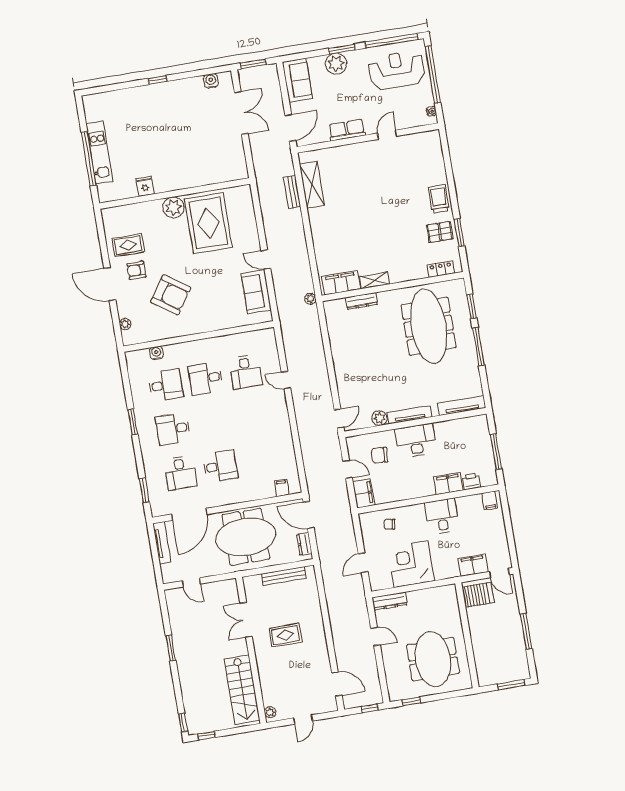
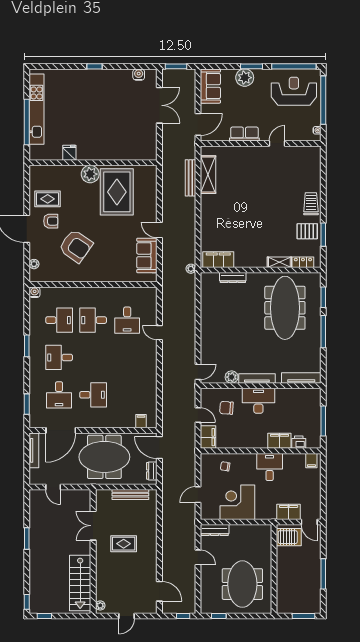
kitchen unit: (100, 153) -> (37, 109), width x1.36
bench: (292, 192) -> (190, 178), width x1.36
armchair: (136, 270) -> (51, 221), turned 180
shelving: (375, 280) -> (279, 262), moved
water cooler: (156, 353) -> (35, 292), moved

